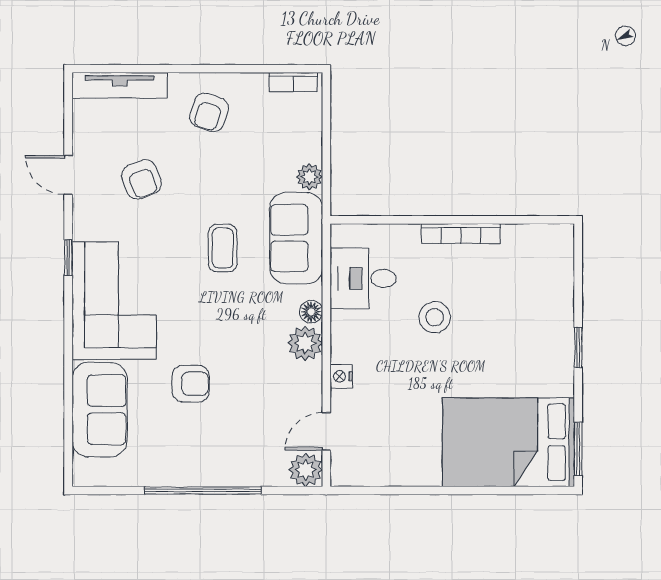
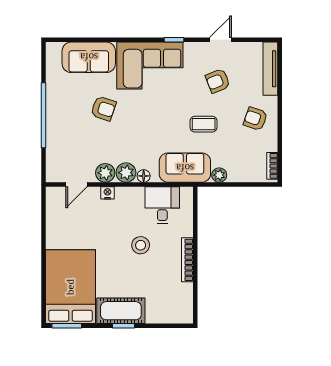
coffee table: (223, 248) -> (204, 124), moved
cot: (552, 352) -> (121, 311), added
armchair: (191, 384) -> (103, 108), turned -71
door: (326, 431) -> (77, 185), swing flipped
plant: (306, 470) -> (105, 173), moved

